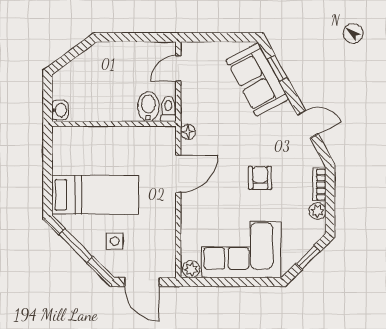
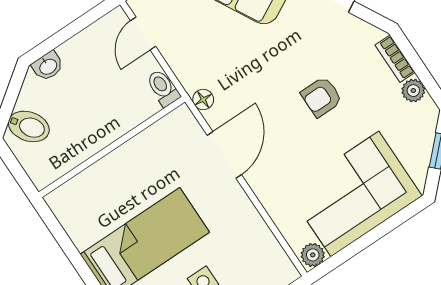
bidet: (148, 107) -> (29, 126), moved, turned 144
washbasin: (60, 110) -> (48, 66), moved, turned 90
armchair: (260, 178) -> (321, 97), turned -90

